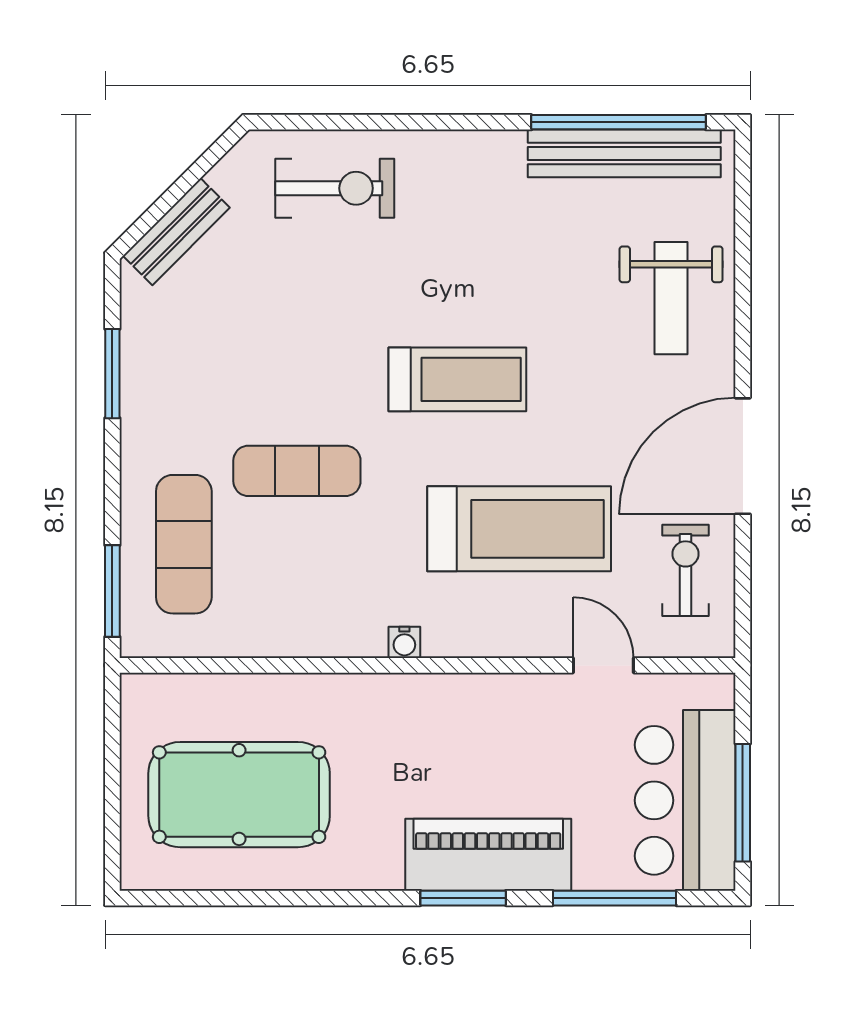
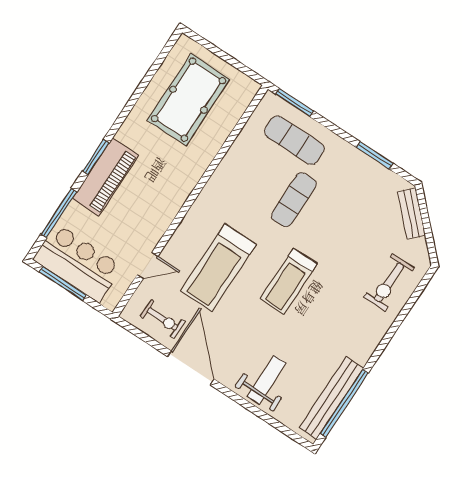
weight bench: (671, 298) -> (267, 380), turned 90
water cooler: (404, 642) -> (204, 198), removed

